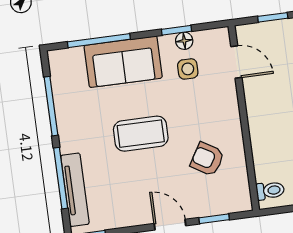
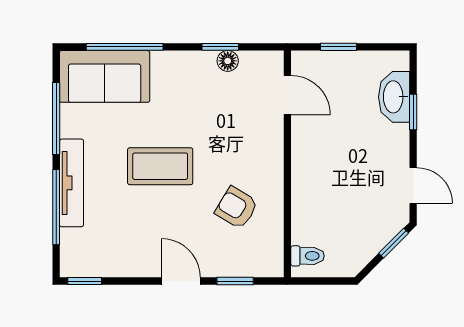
sofa: (123, 62) -> (105, 76), moved
side table: (188, 69) -> (227, 96), removed
tv unit: (75, 190) -> (72, 183), moved

